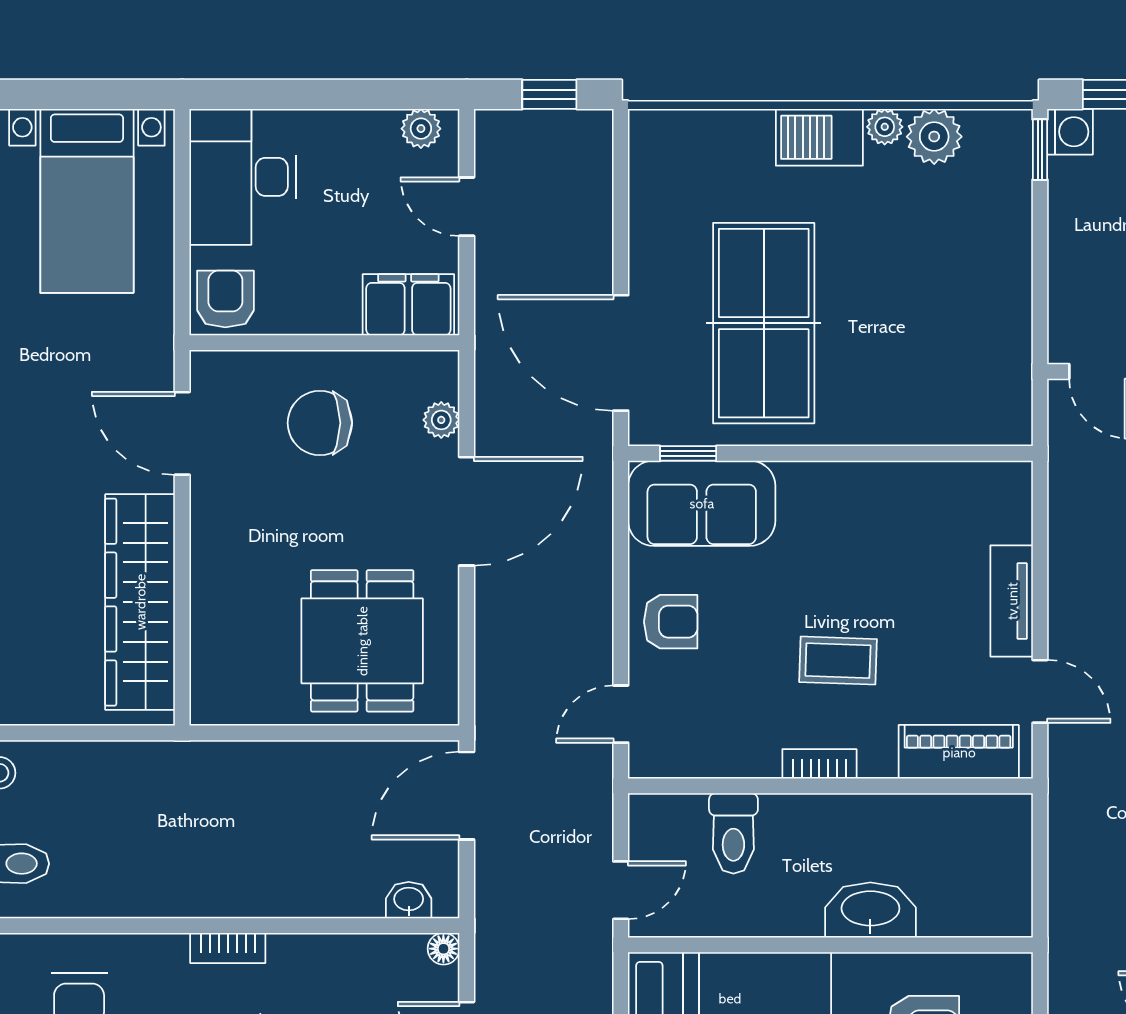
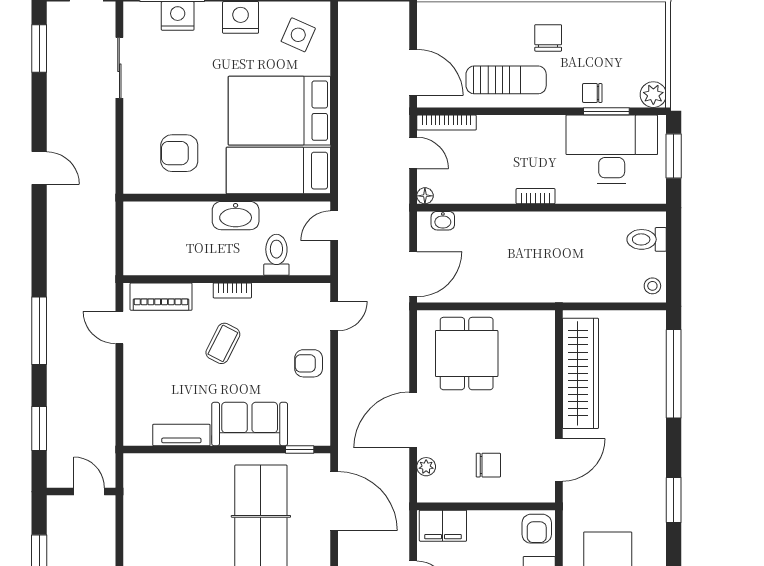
chair: (320, 423) -> (488, 465), width x0.73, depth x0.73
door: (182, 433) -> (559, 460), hinge flipped
sofa: (702, 503) -> (250, 424), moved
tv unit: (1012, 601) -> (181, 435), moved, turned -90
coffee table: (838, 661) -> (223, 343), turned -65
washbasin: (870, 910) -> (236, 216), moved

